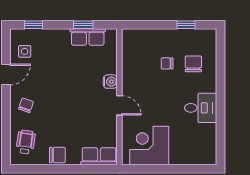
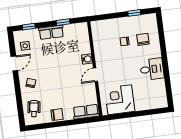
row of seats: (88, 37) -> (51, 32), moved
door: (119, 105) -> (95, 75), swing flipped

